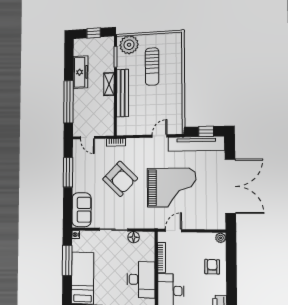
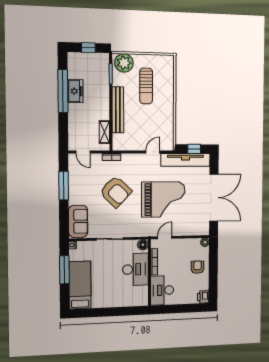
freezer: (81, 72) -> (75, 91), width x0.71
shelving: (109, 84) -> (104, 132), moved
window: (69, 102) -> (63, 91), moved
floor lamp: (134, 237) -> (143, 245), moved
desk: (141, 280) -> (135, 269), moved

